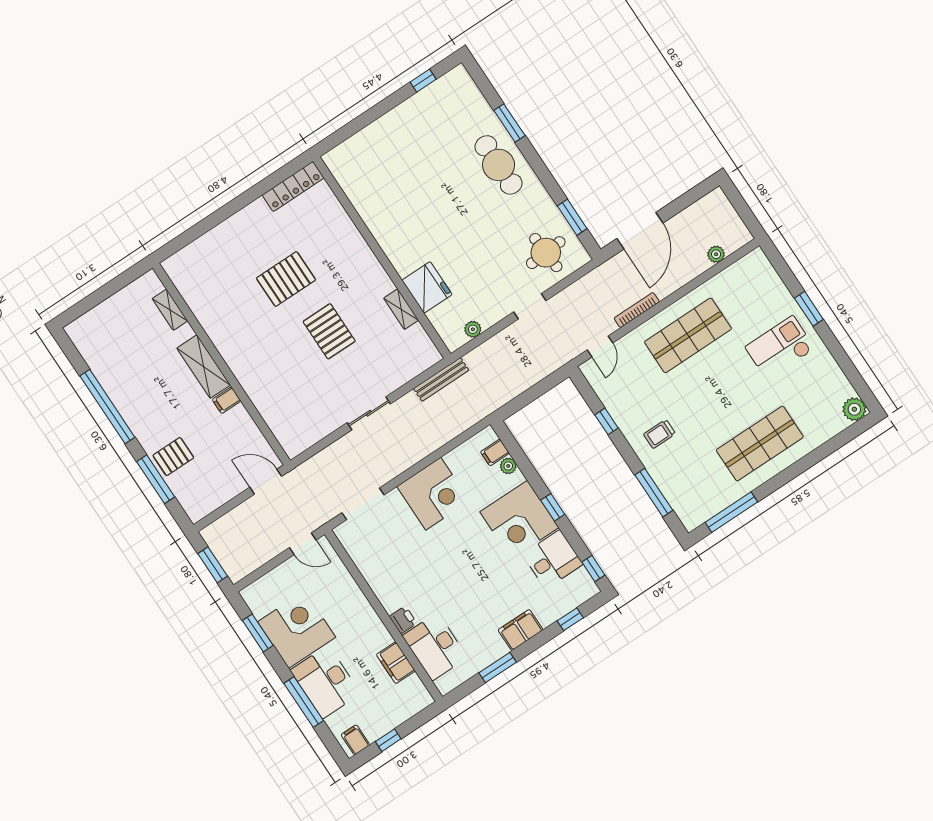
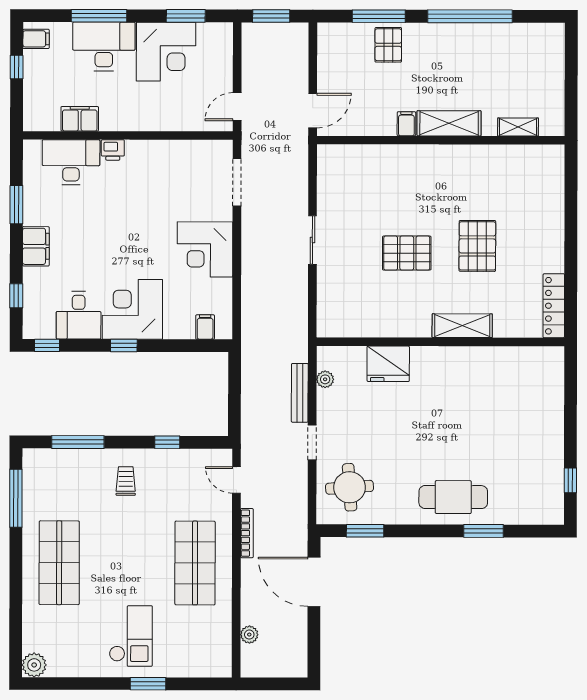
shelving: (401, 309) -> (462, 326), moved, width x1.50, depth x1.33
bench: (441, 379) -> (300, 393), moved
plant: (508, 466) -> (186, 331), removed

